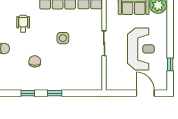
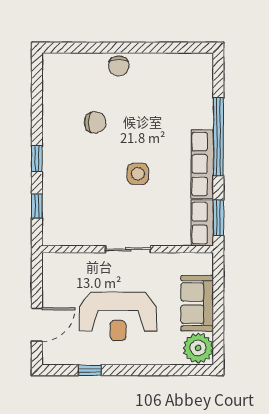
wheelchair: (23, 24) -> (164, 101), removed
window: (28, 93) -> (37, 206), moved

